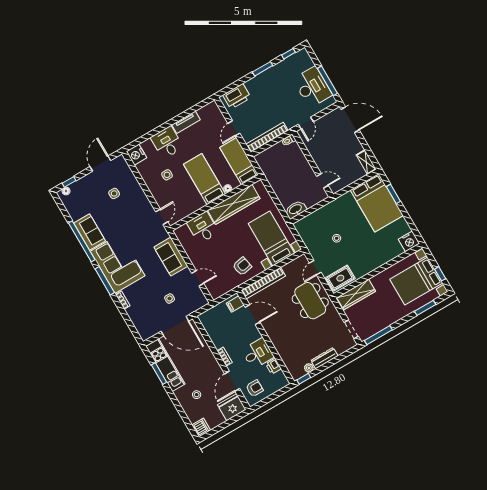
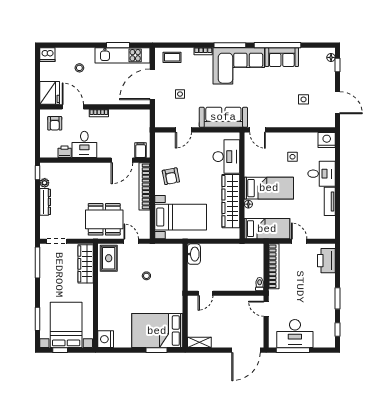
desk: (203, 228) -> (226, 157), width x1.37
sofa: (171, 257) -> (223, 117), width x1.36
coffee table: (143, 323) -> (172, 57), added

